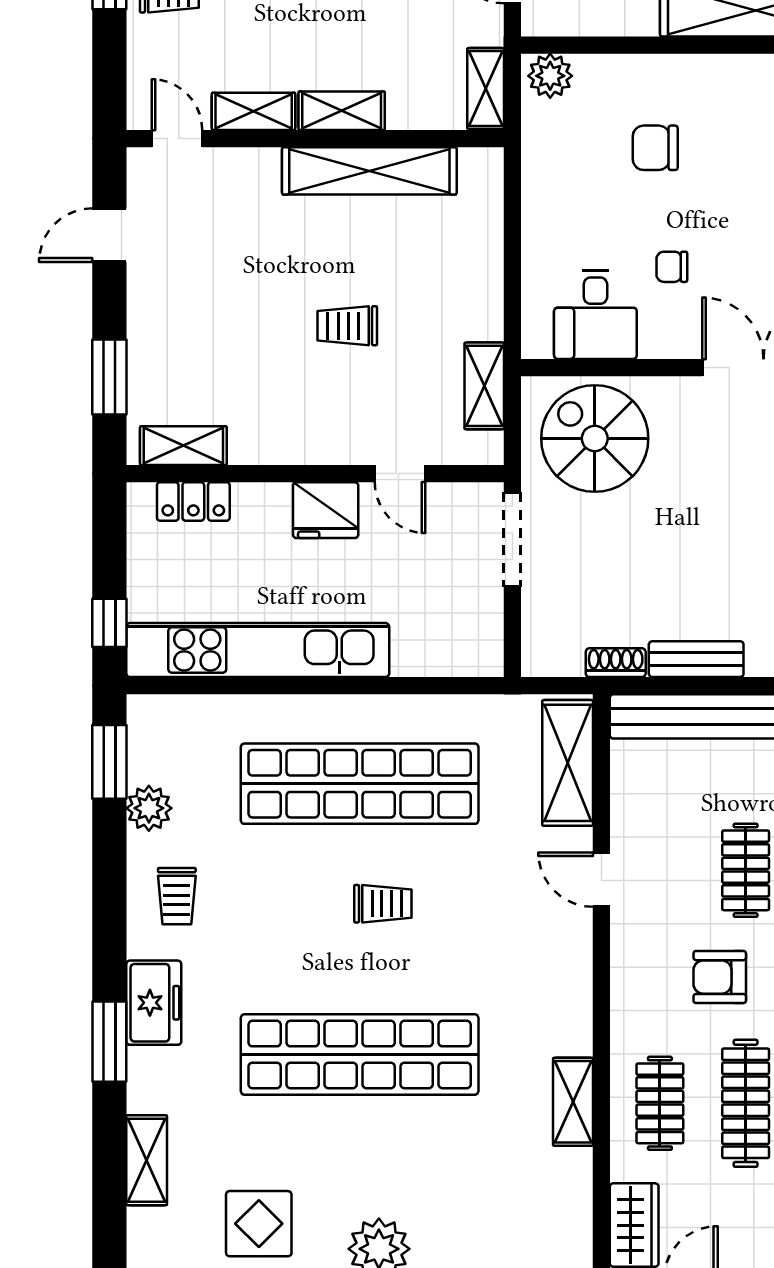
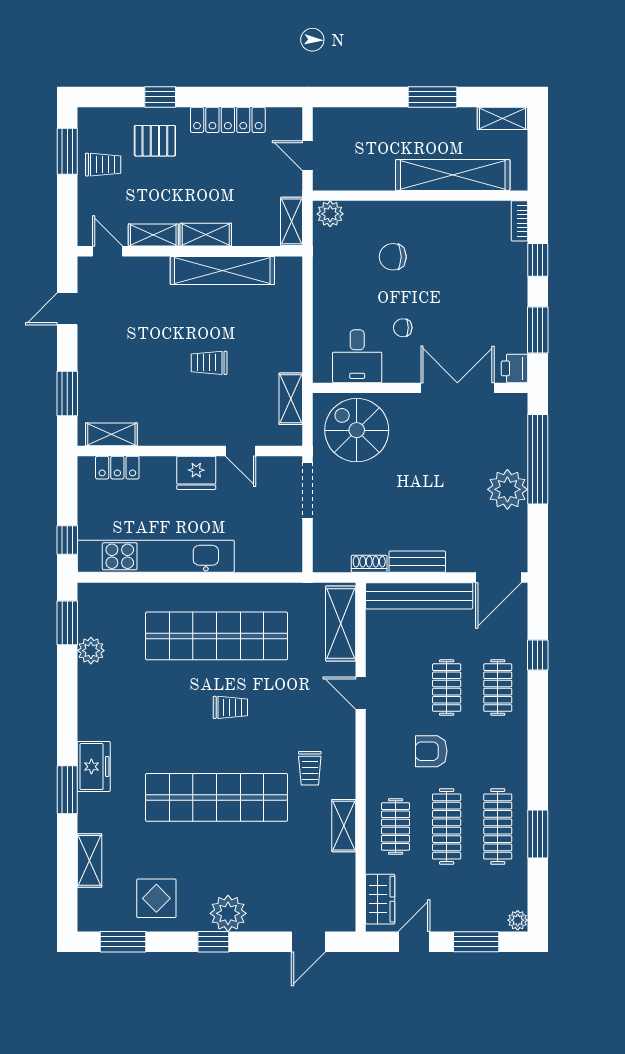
trolley: (177, 896) -> (310, 768), moved

